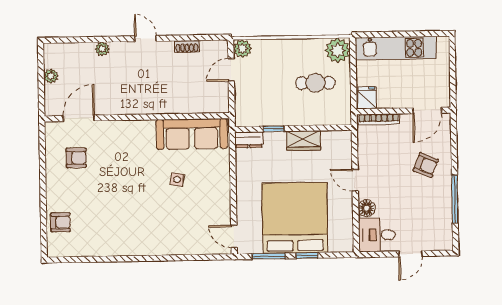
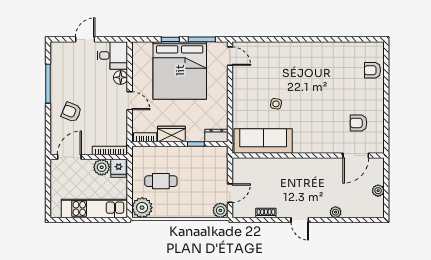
plant: (388, 99) -> (102, 167), added
bookcase: (335, 136) -> (145, 137), added

